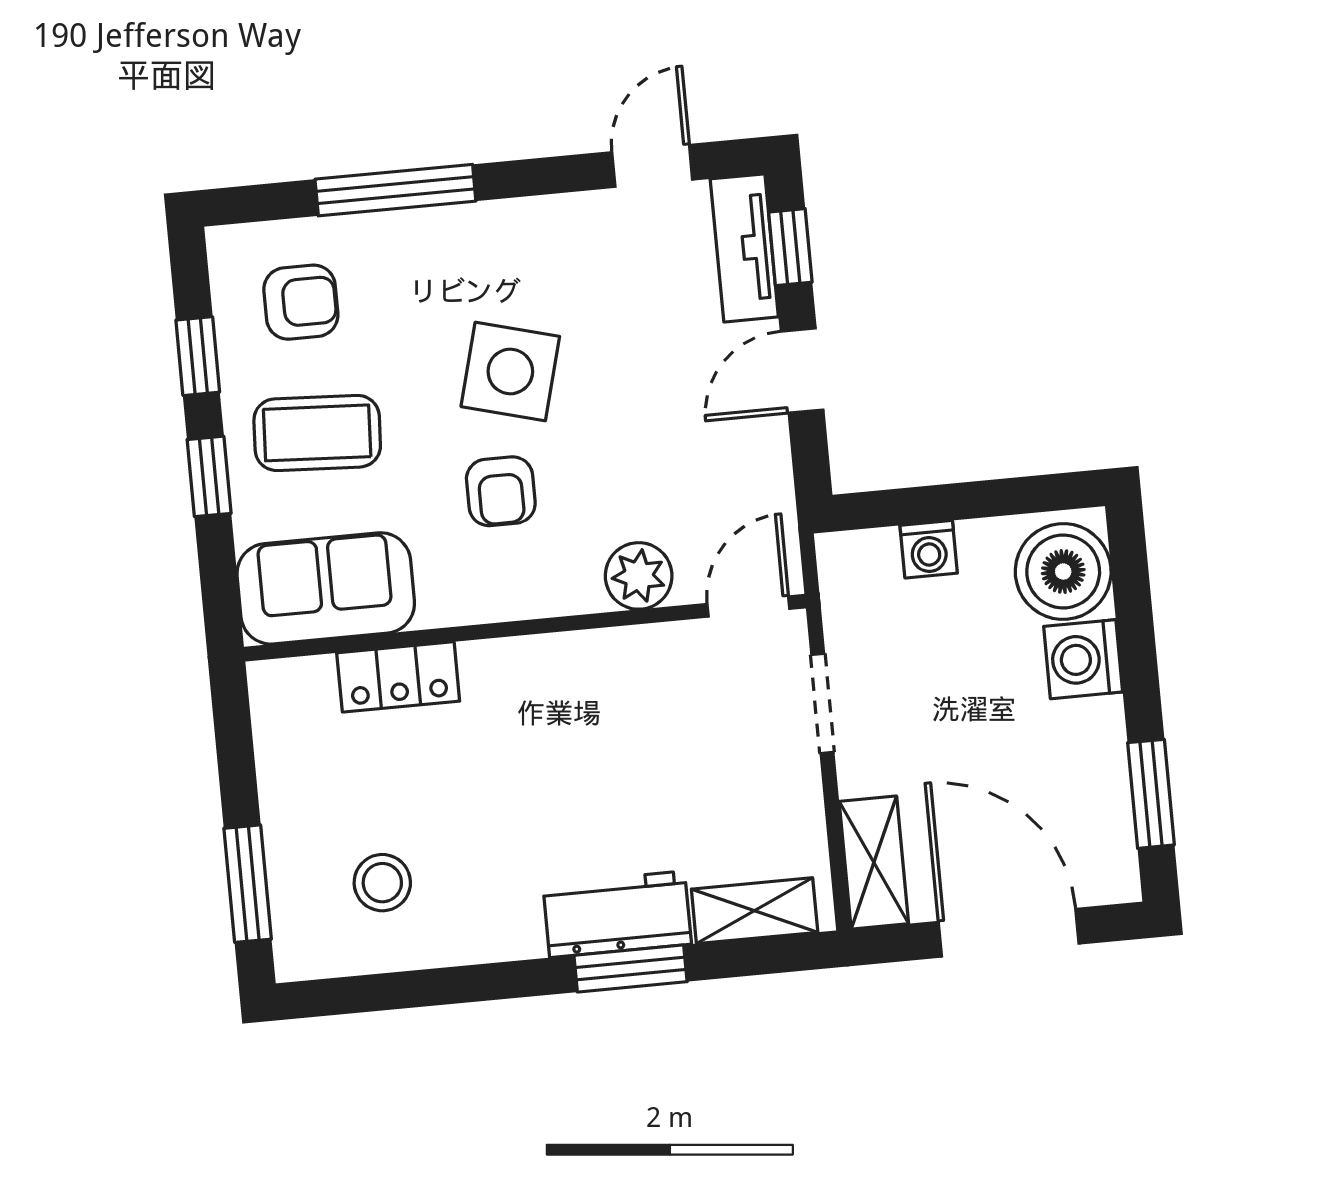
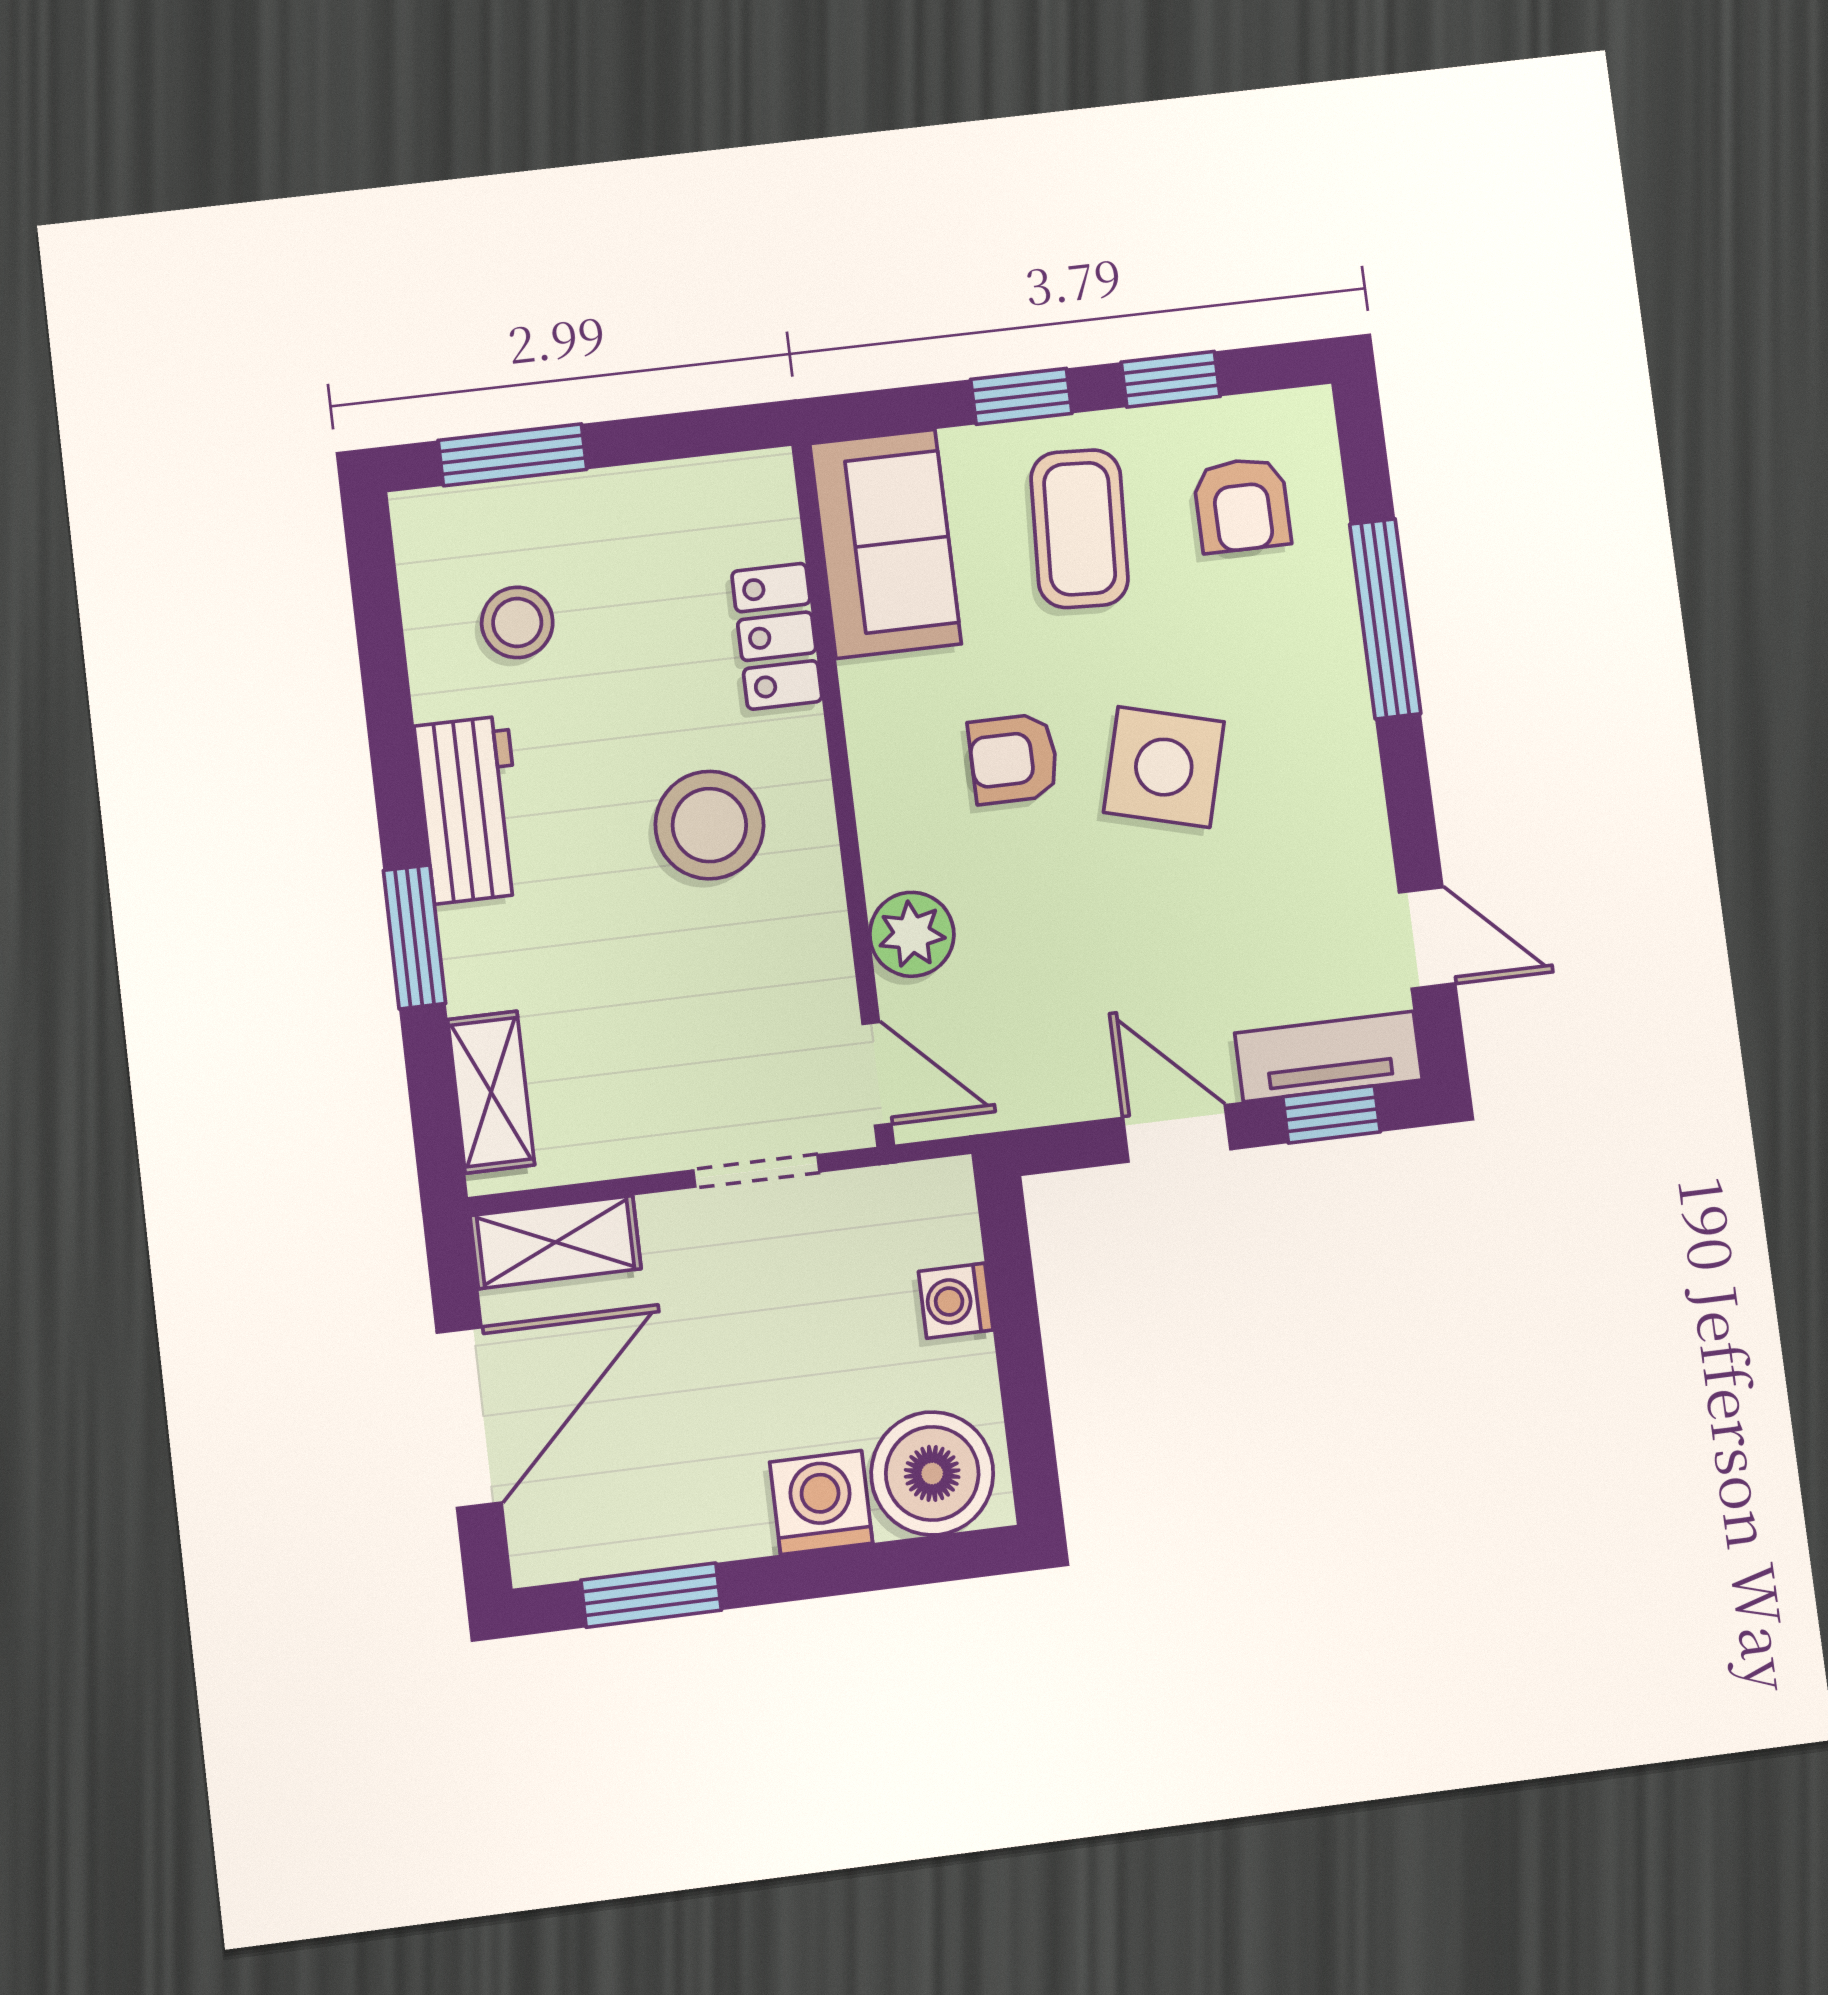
stool: (548, 734) -> (709, 825), added
workbench: (617, 914) -> (471, 810), moved

